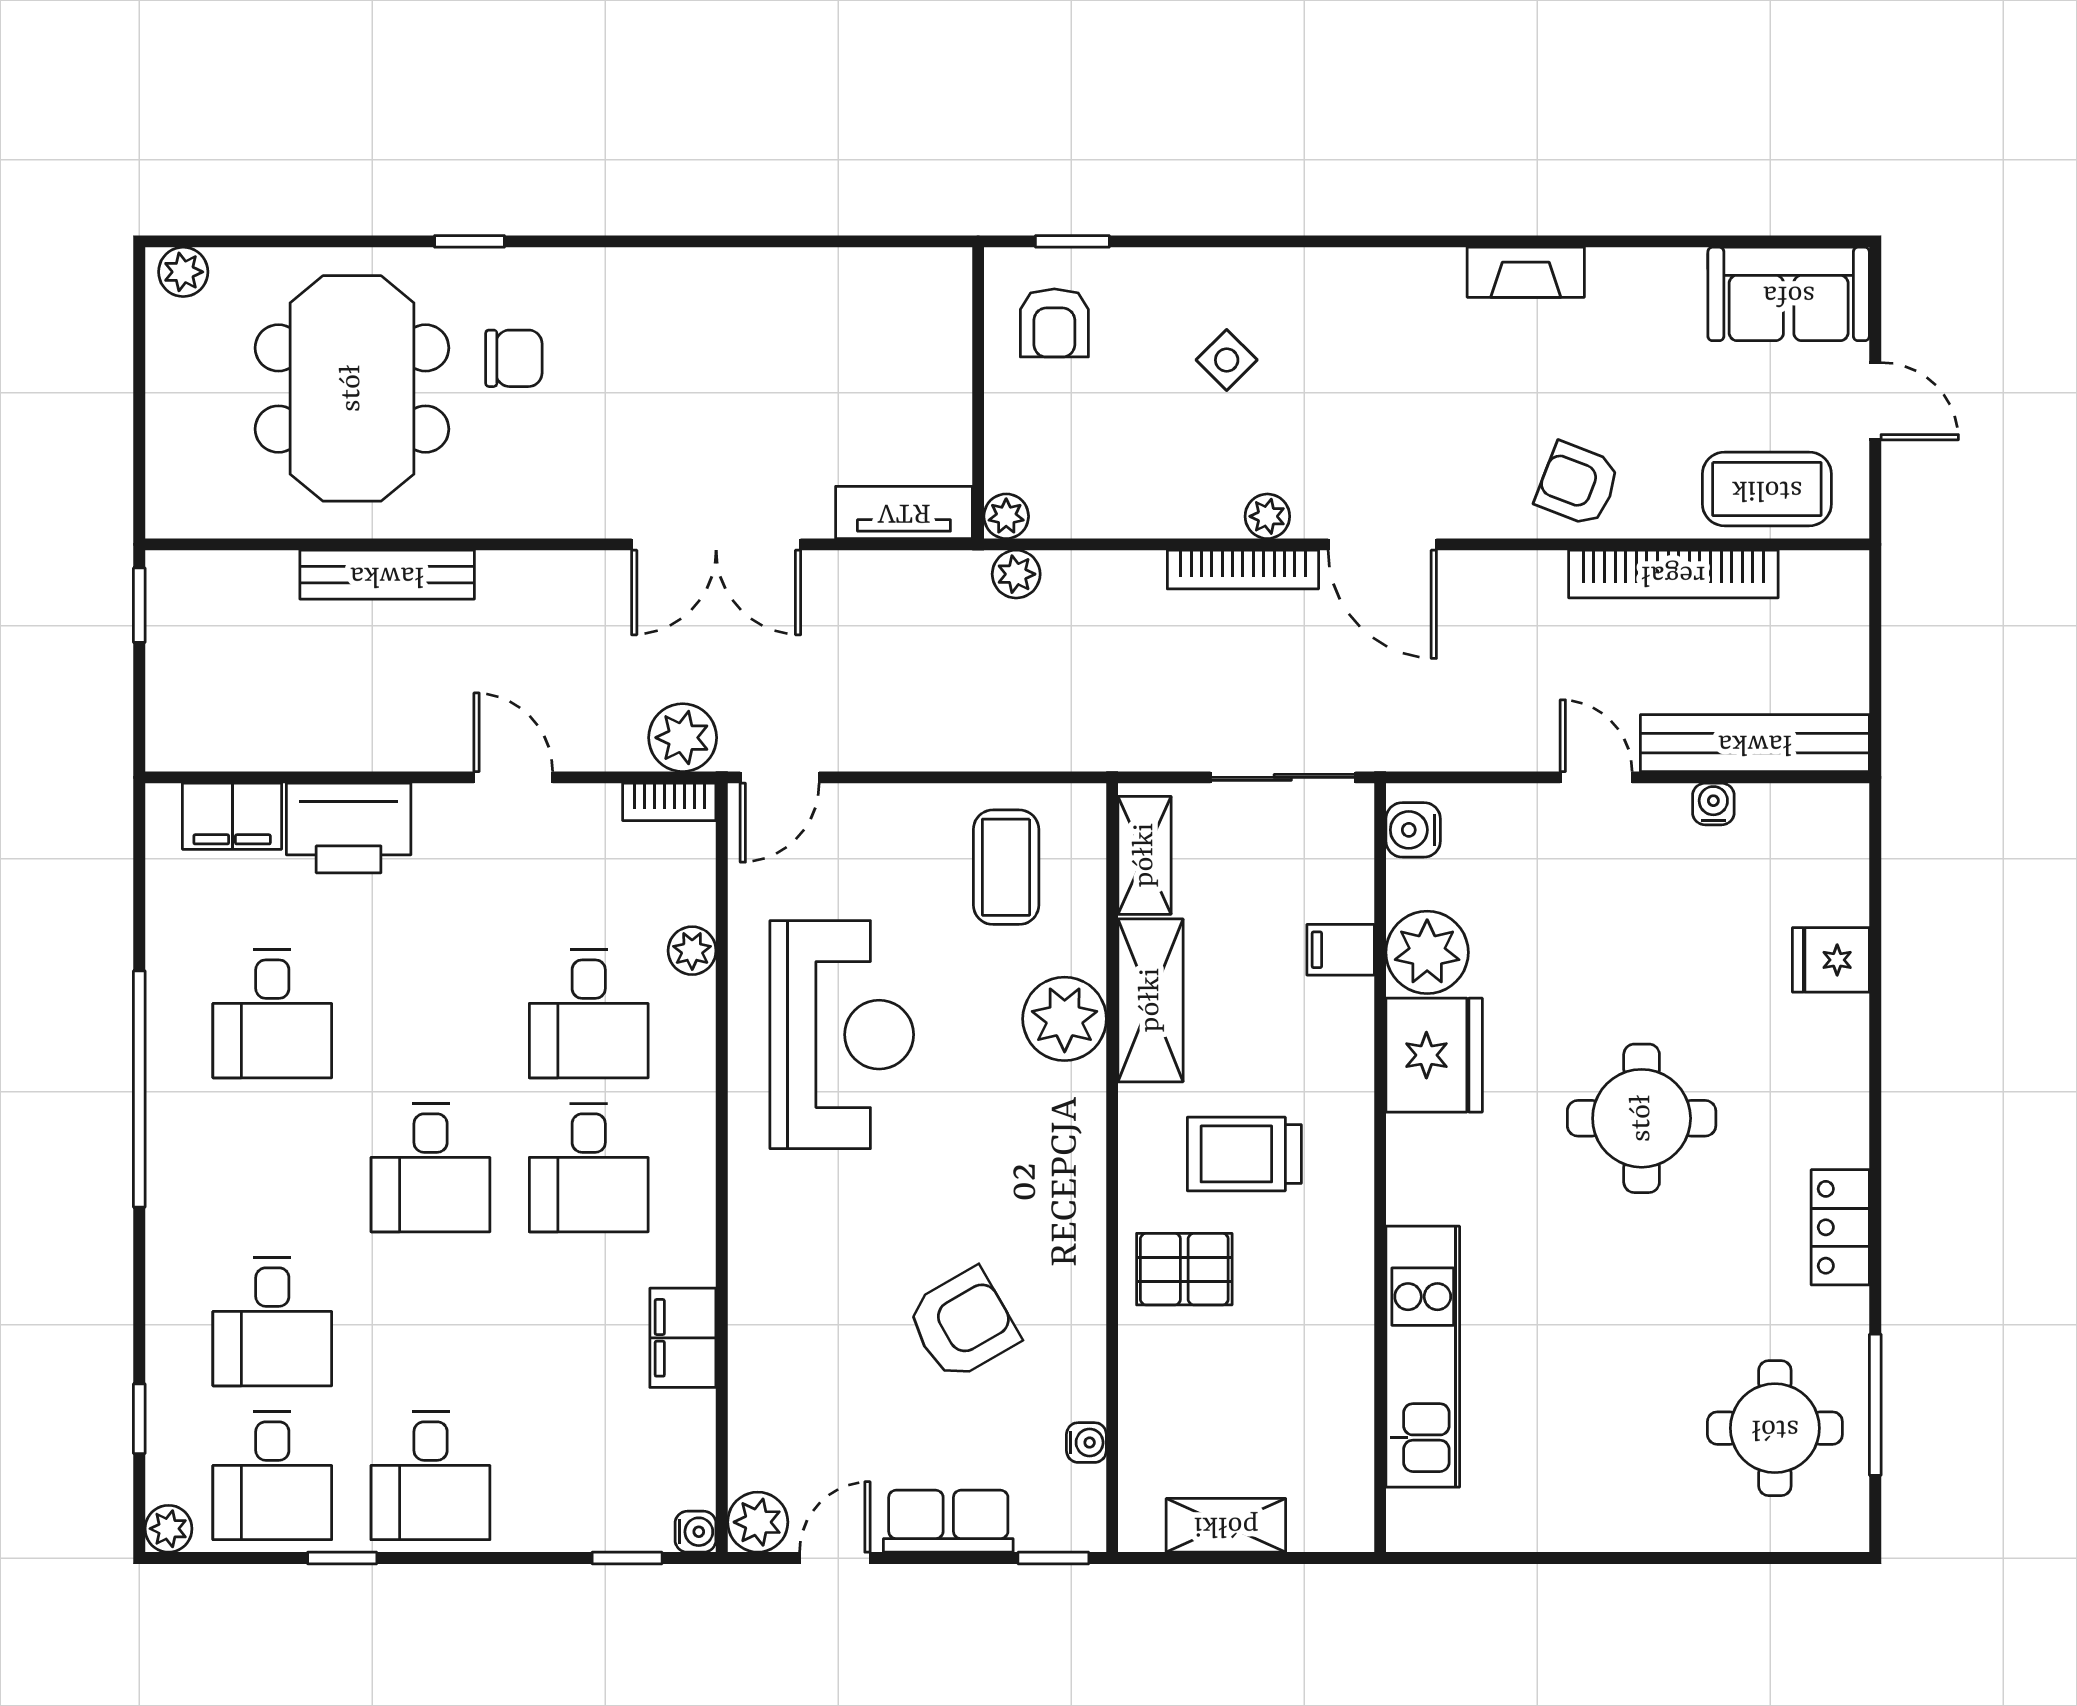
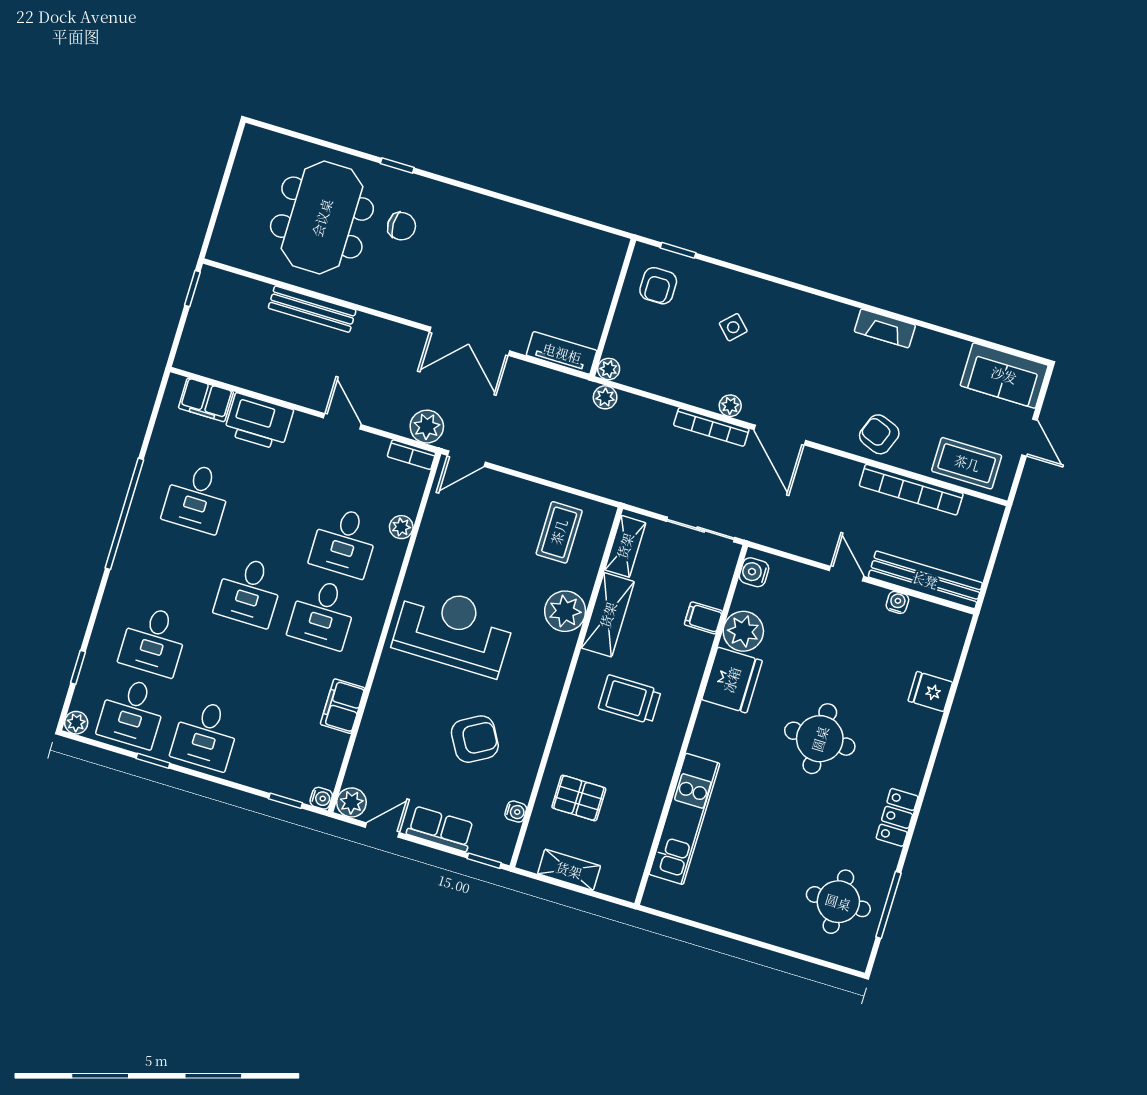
plant: (183, 272) -> (260, 139), removed
reception desk: (842, 1035) -> (454, 630), moved, turned -90
pallet: (1184, 1269) -> (579, 798), moved

